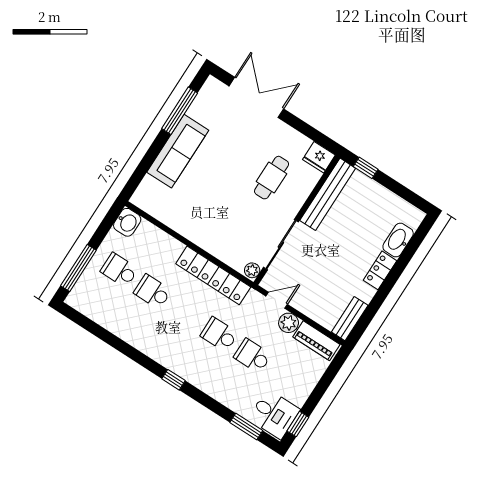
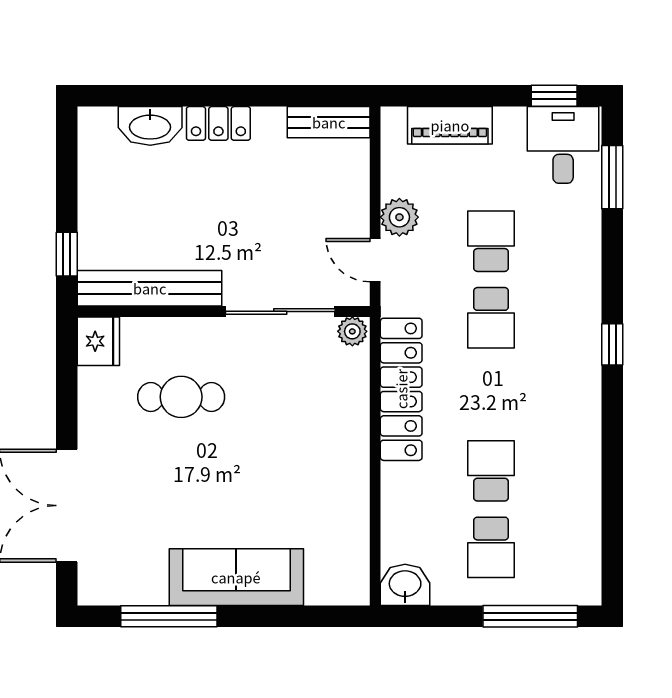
school desk: (153, 292) -> (491, 471), turned 180
piano: (316, 341) -> (450, 125), moved, turned 90
school desk: (252, 356) -> (491, 241), turned 180

